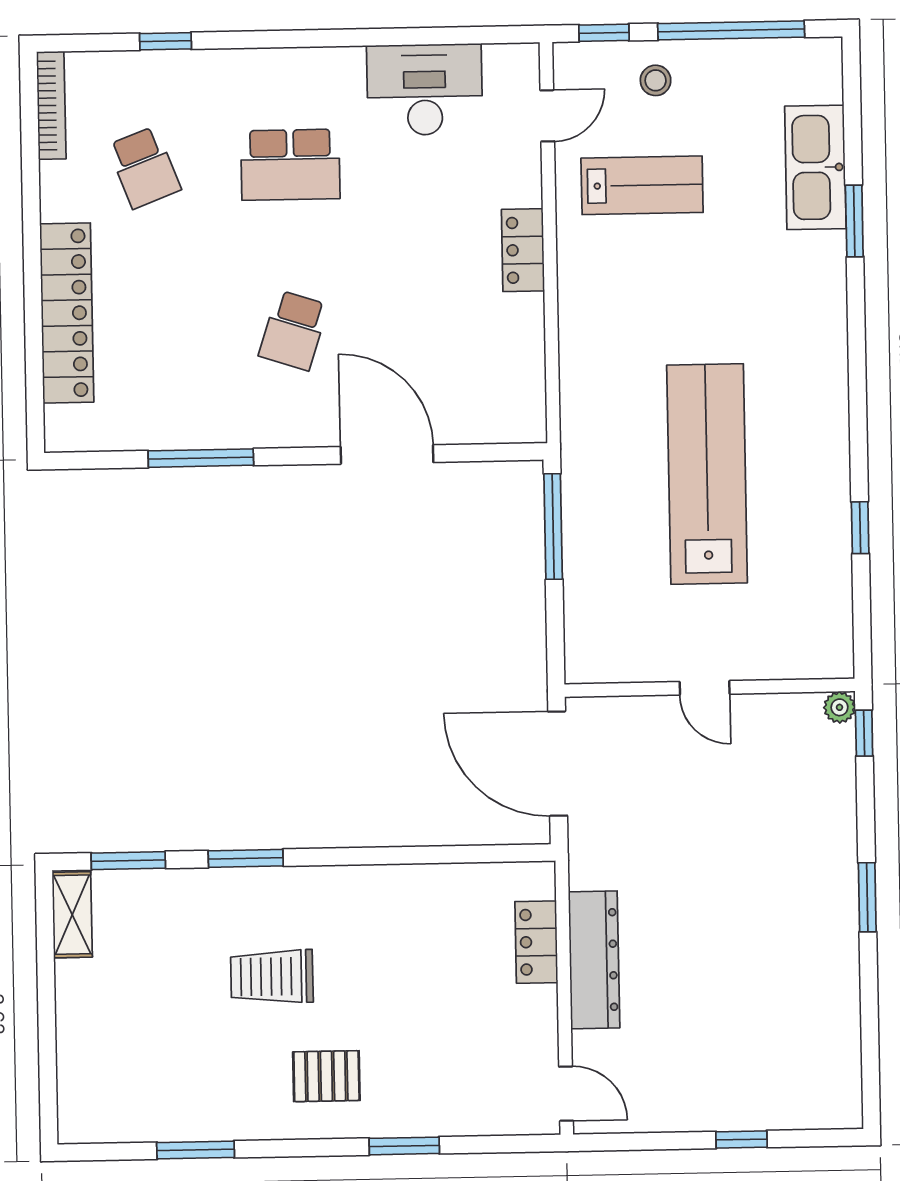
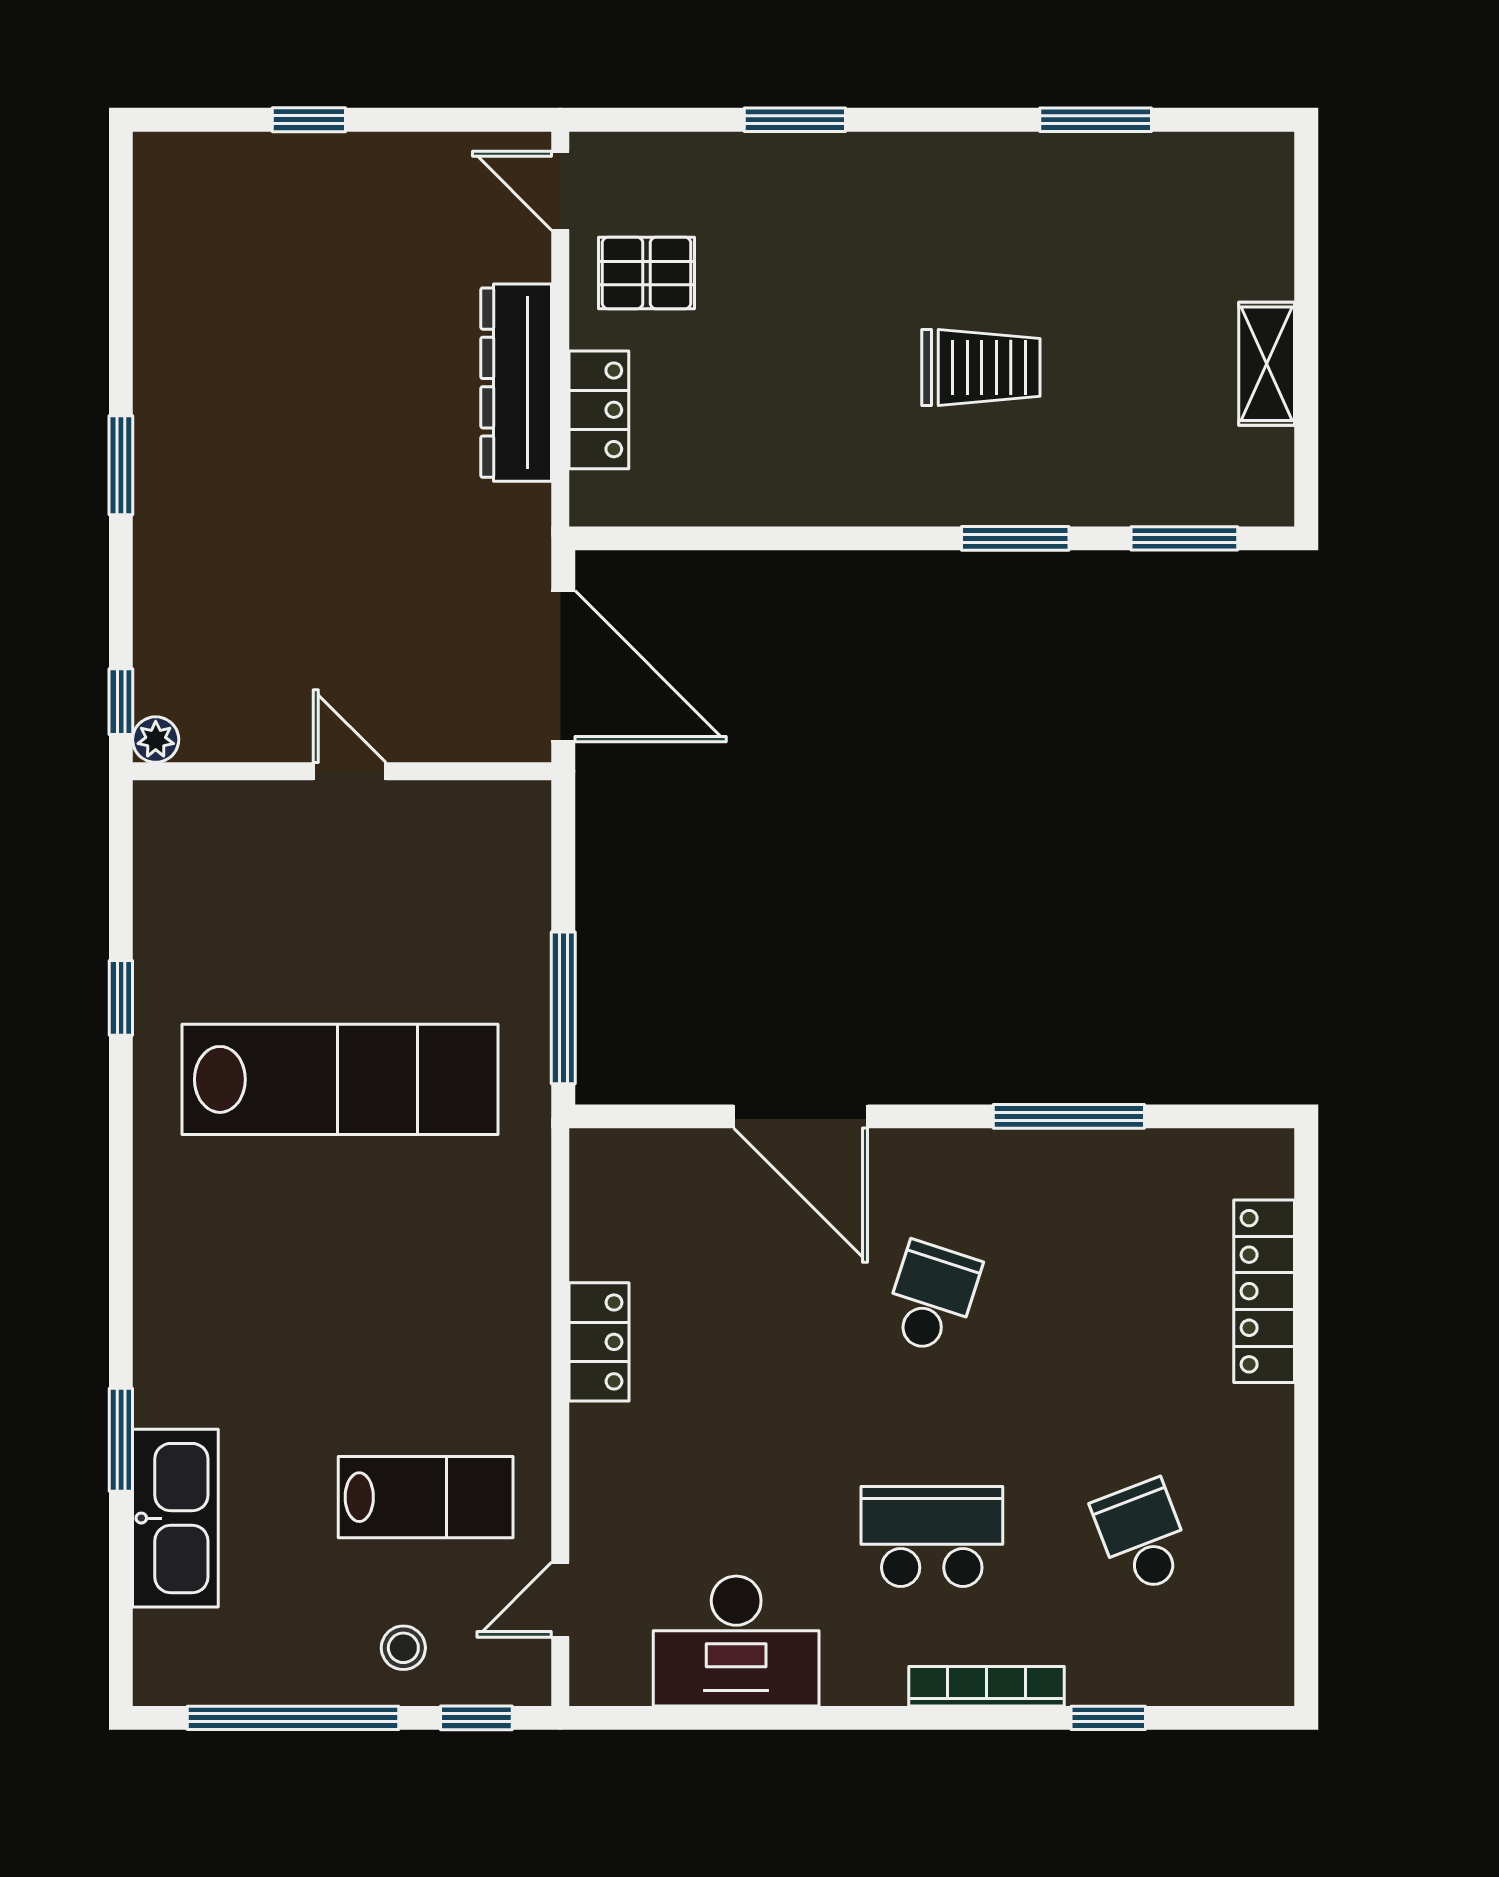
bookcase: (51, 105) -> (986, 1686), moved, turned 90
lab bench: (642, 185) -> (426, 1497), turned 180
locker: (523, 250) -> (599, 1342), moved
locker: (67, 313) -> (1264, 1291), width x0.71, depth x0.83
lab bench: (707, 474) -> (340, 1079), turned -90
shelving: (72, 915) -> (1267, 364), moved
pallet: (326, 1076) -> (647, 273), moved

